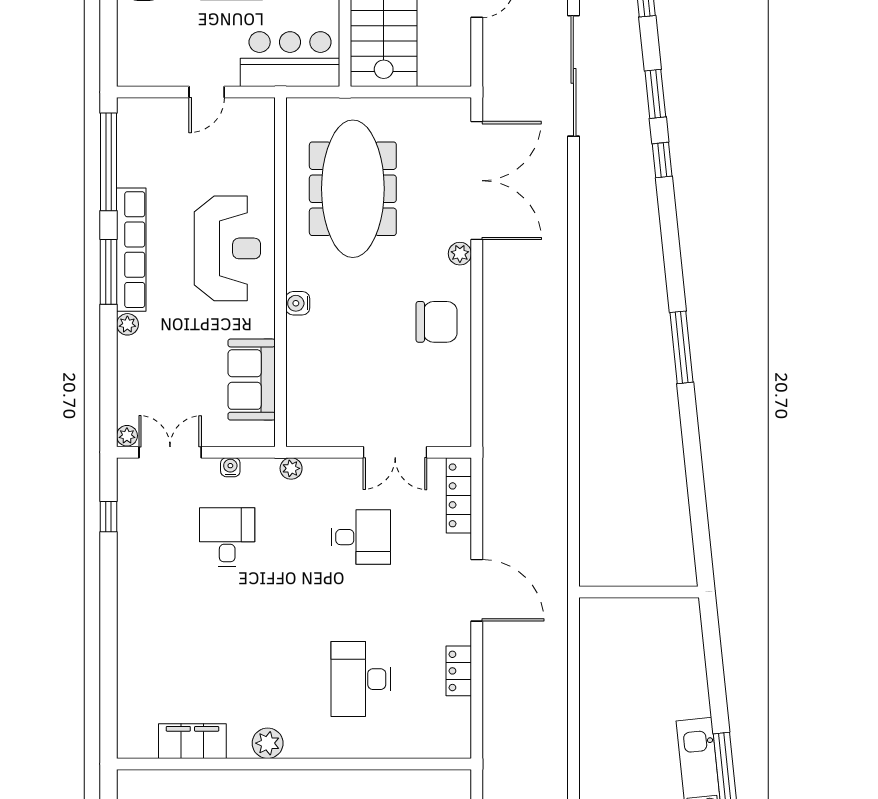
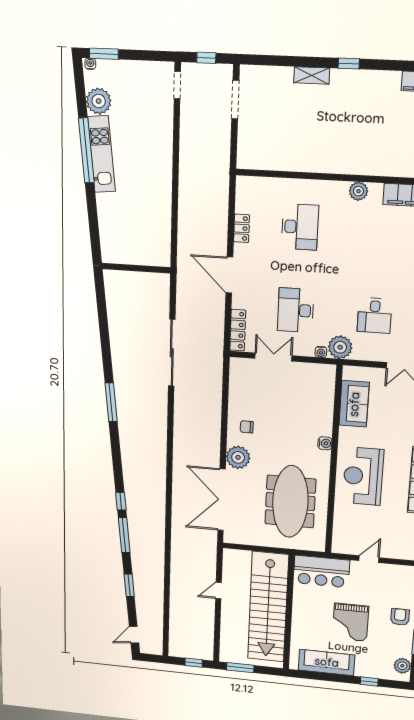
sliding door: (573, 76) -> (172, 353), moved
window: (655, 94) -> (124, 535), width x1.44
plant: (460, 254) -> (238, 457), width x1.88, depth x1.88
chair: (437, 322) -> (247, 427), width x0.54, depth x0.54
water cooler: (230, 467) -> (321, 352), moved
plant: (291, 468) -> (340, 347), width x1.88, depth x1.88
desk: (361, 537) -> (296, 310), width x1.37

